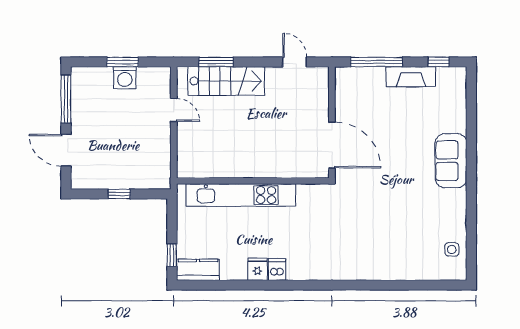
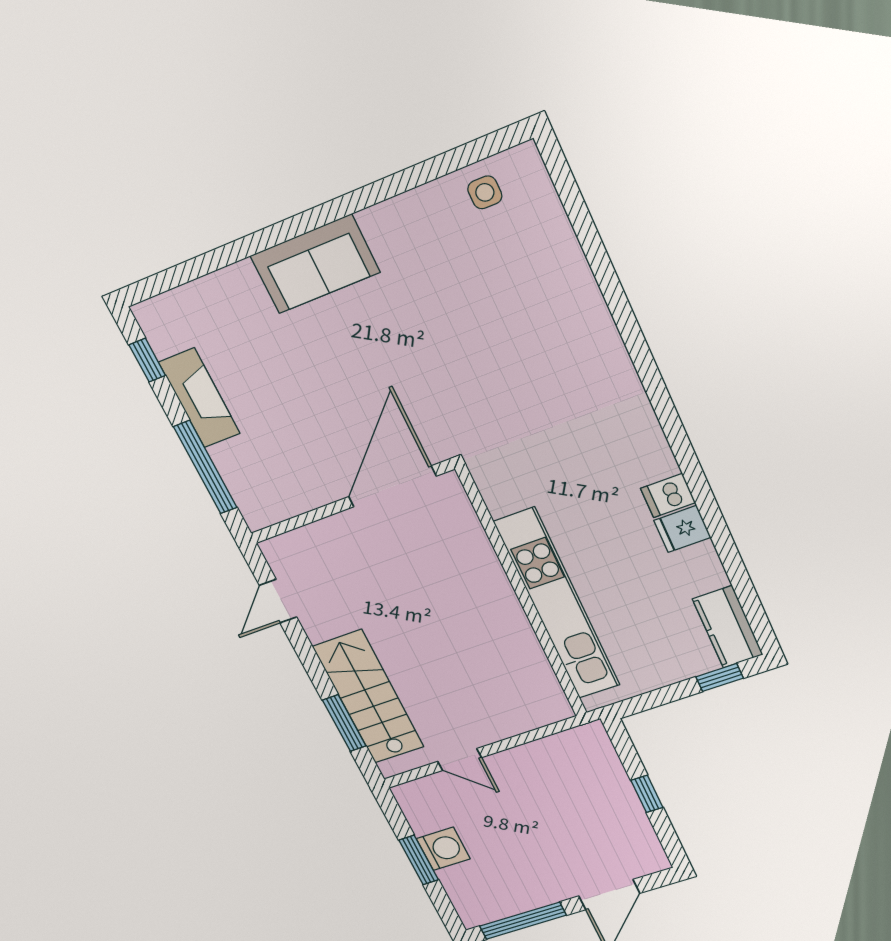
door: (174, 110) -> (460, 759), swing flipped

